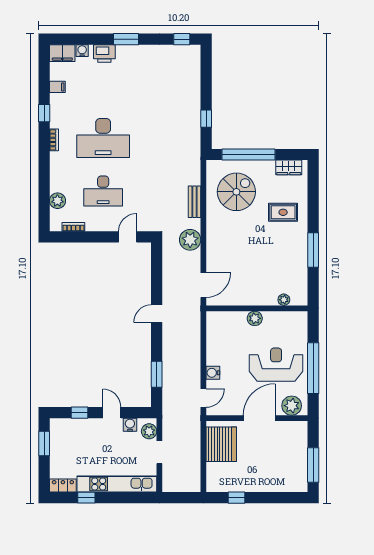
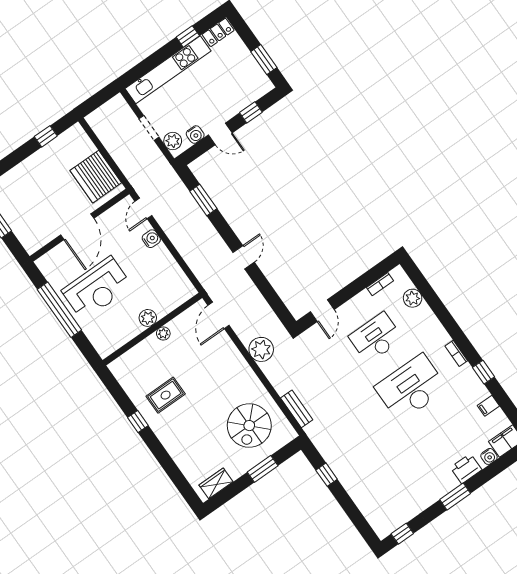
window: (248, 155) -> (263, 469), width x0.47
bench: (195, 202) -> (297, 409), moved
rug: (283, 212) -> (166, 395), moved
window: (313, 250) -> (138, 421), width x0.46
plant: (284, 300) -> (163, 333), moved
plant: (292, 406) -> (55, 260), removed

